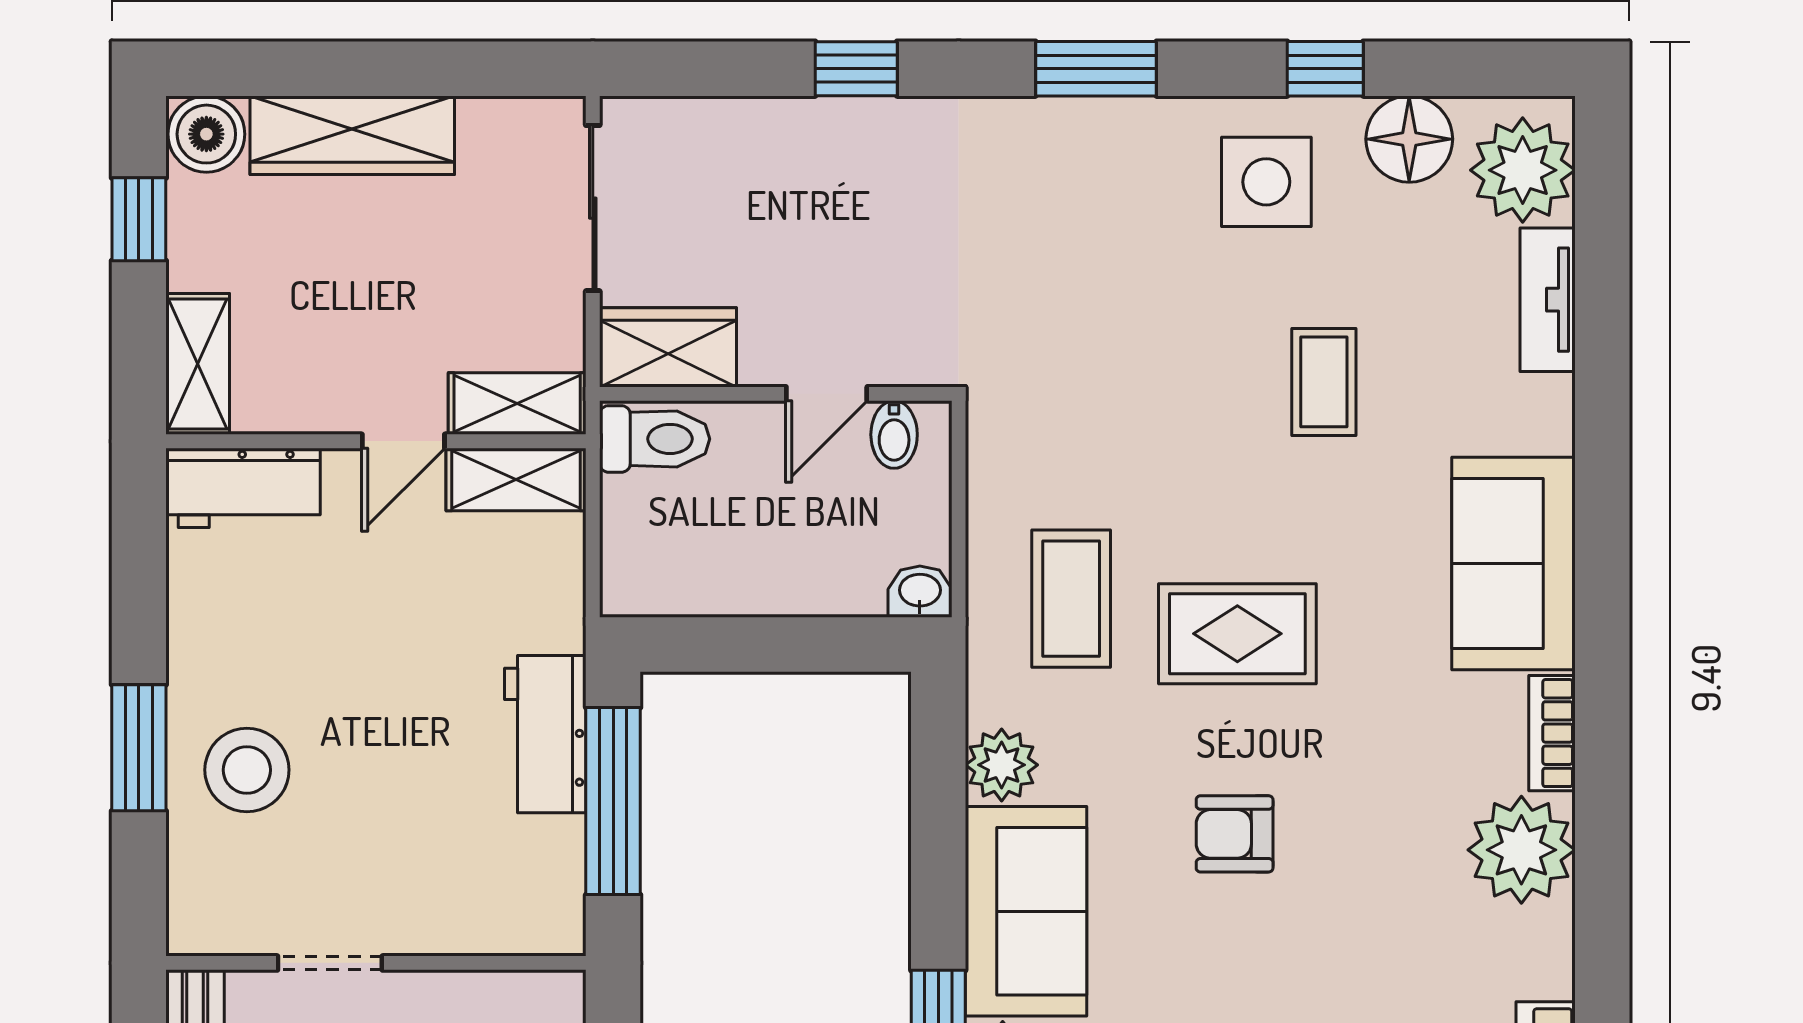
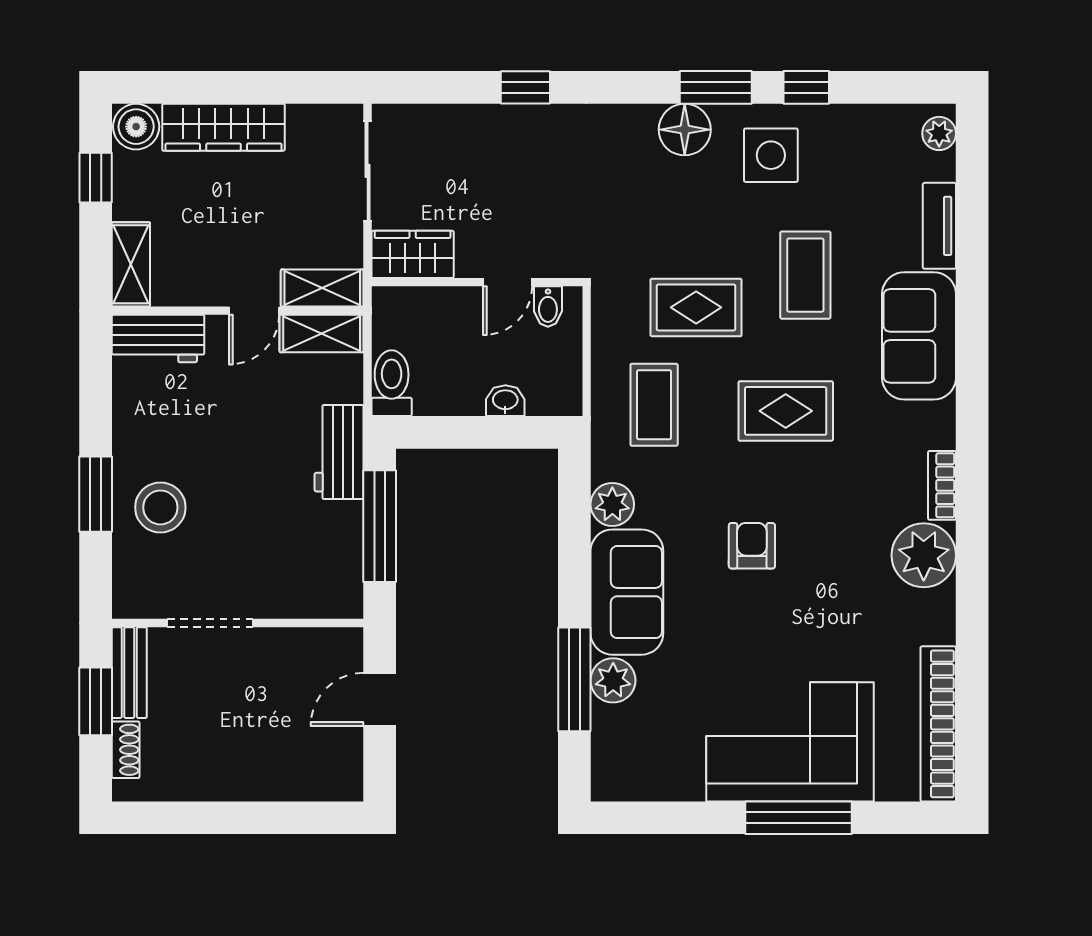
window: (1096, 69) -> (716, 87), moved
floor lamp: (1409, 139) -> (685, 130), moved
plant: (1523, 170) -> (939, 133), width x0.53, depth x0.53
coffee table: (1324, 382) -> (805, 275), width x1.36, depth x1.30
rug: (1141, 436) -> (696, 307), added
toilet: (655, 439) -> (392, 383), moved, turned -90
sofa: (1514, 563) -> (919, 336), moved
washbasin: (920, 592) -> (505, 401), moved
rug: (1237, 634) -> (786, 411), moved
workbench: (545, 734) -> (339, 452), moved
armchair: (1235, 834) -> (752, 546), turned 90
doorway: (330, 963) -> (210, 623), width x1.38

